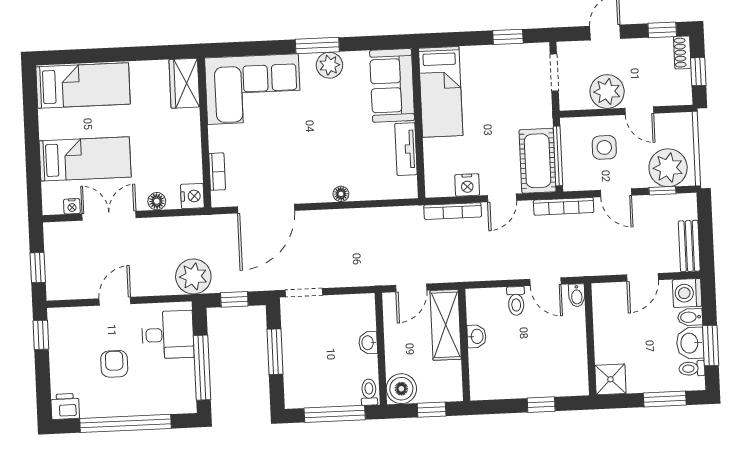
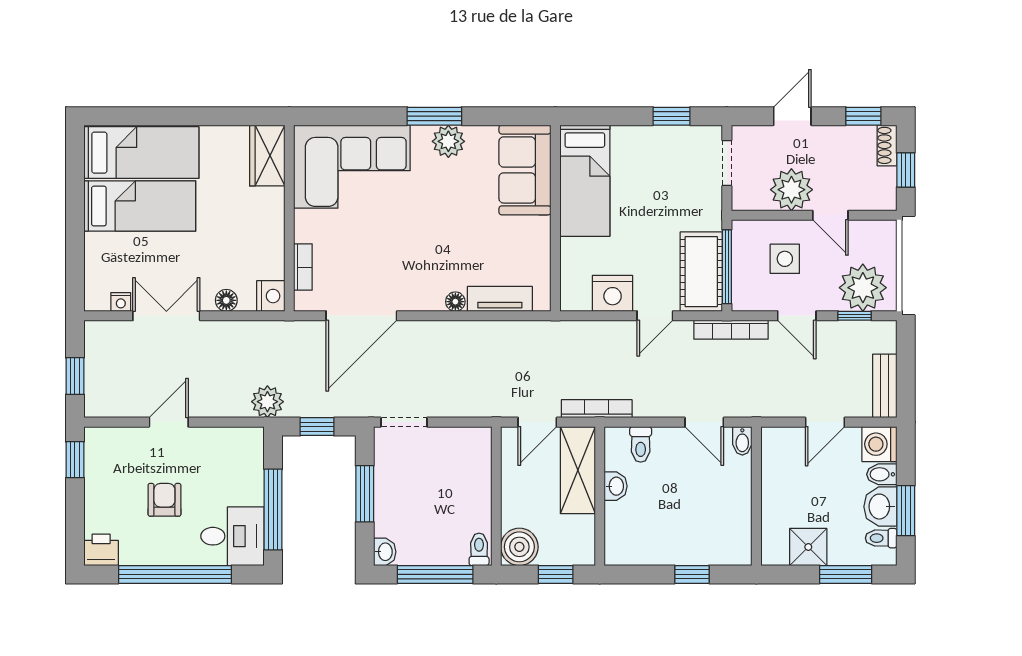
tv unit: (406, 149) -> (500, 299), moved, turned 90
bed: (85, 159) -> (140, 206), moved
nightstand: (467, 185) -> (613, 293), width x1.36, depth x1.33
bookcase: (453, 211) -> (597, 409), moved, turned 180
plant: (193, 276) -> (267, 402), width x0.73, depth x0.73
toilet: (516, 301) -> (641, 444), moved
desk: (168, 335) -> (232, 536), moved
washbasin: (368, 343) -> (385, 552), moved, turned 180
shower: (610, 379) -> (808, 547), moved

